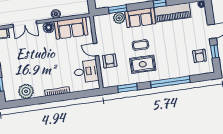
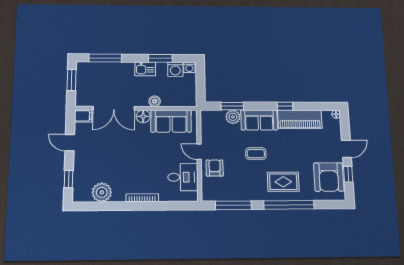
double door: (25, 24) -> (114, 108), width x1.37
armchair: (200, 56) -> (329, 177), width x1.88, depth x1.88
rug: (143, 64) -> (283, 182), moved
window: (127, 88) -> (233, 205), width x1.44

